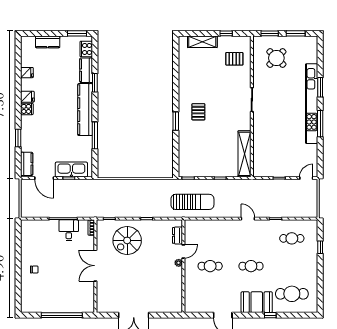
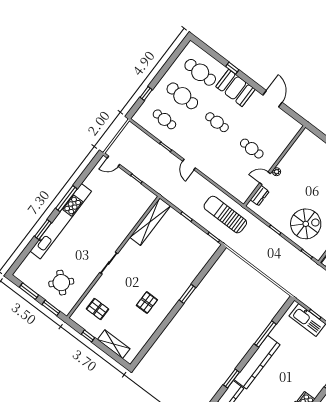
pallet: (198, 112) -> (147, 303), moved
cafe table: (292, 266) -> (182, 96), added

